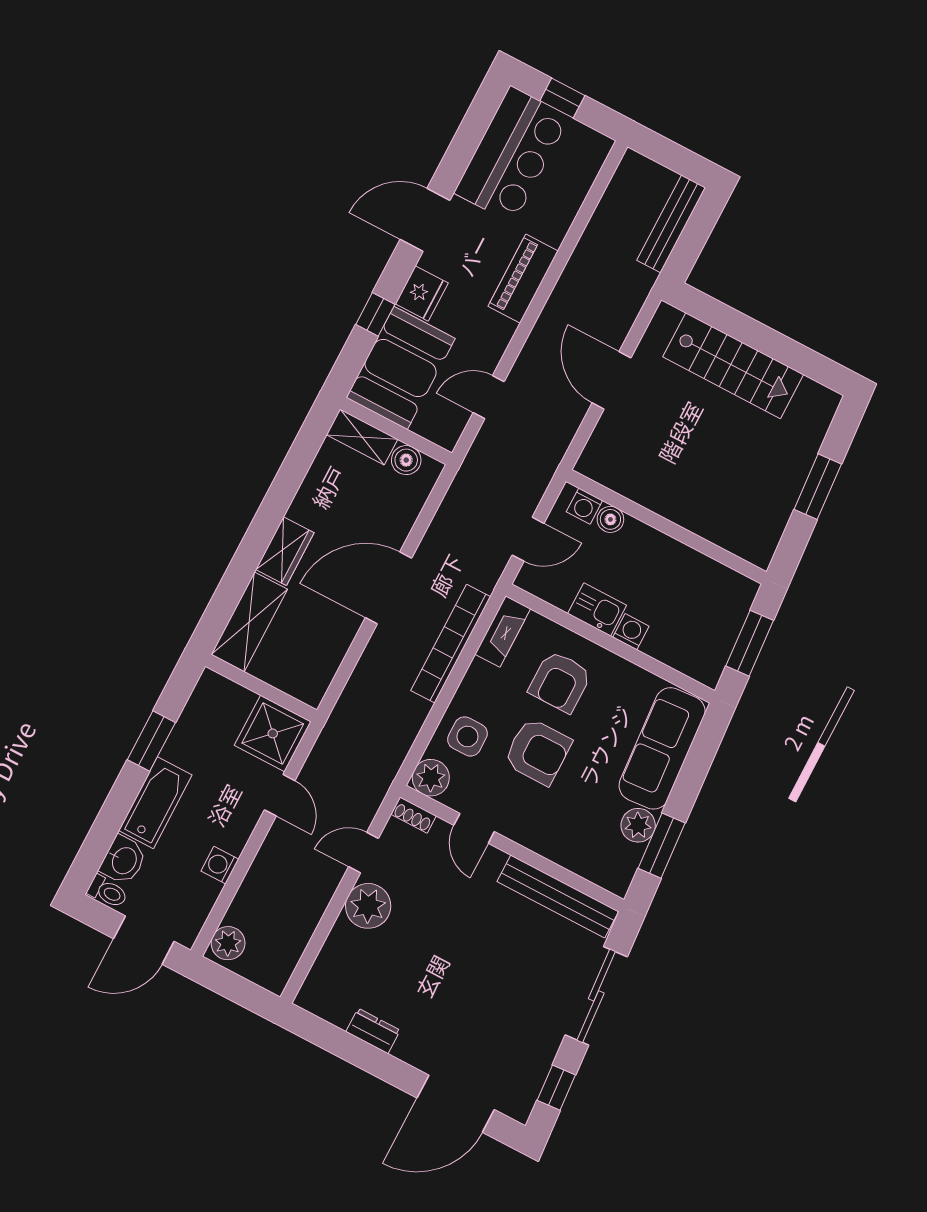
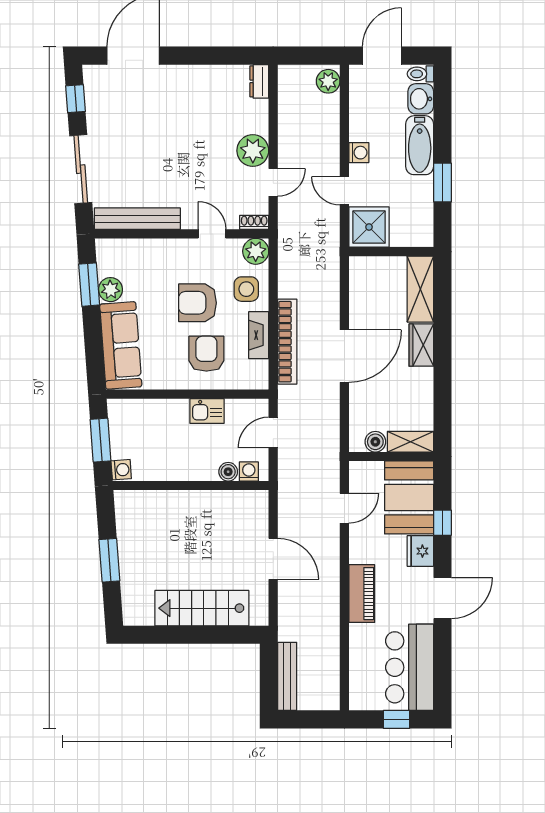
fireplace: (503, 631) -> (259, 335), moved
washing machine: (631, 632) -> (121, 470), moved, turned -94
washing machine: (220, 865) -> (359, 153), moved
dresser: (373, 1031) -> (259, 81), moved, turned 90

